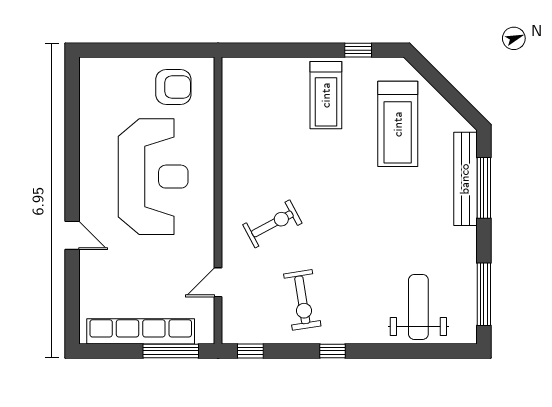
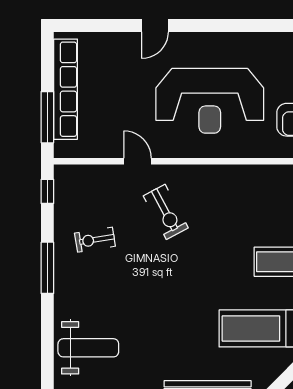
door: (218, 282) -> (137, 161), moved
exercise bike: (302, 300) -> (95, 240), width x0.73, depth x0.72
window: (333, 351) -> (47, 268), width x2.17

